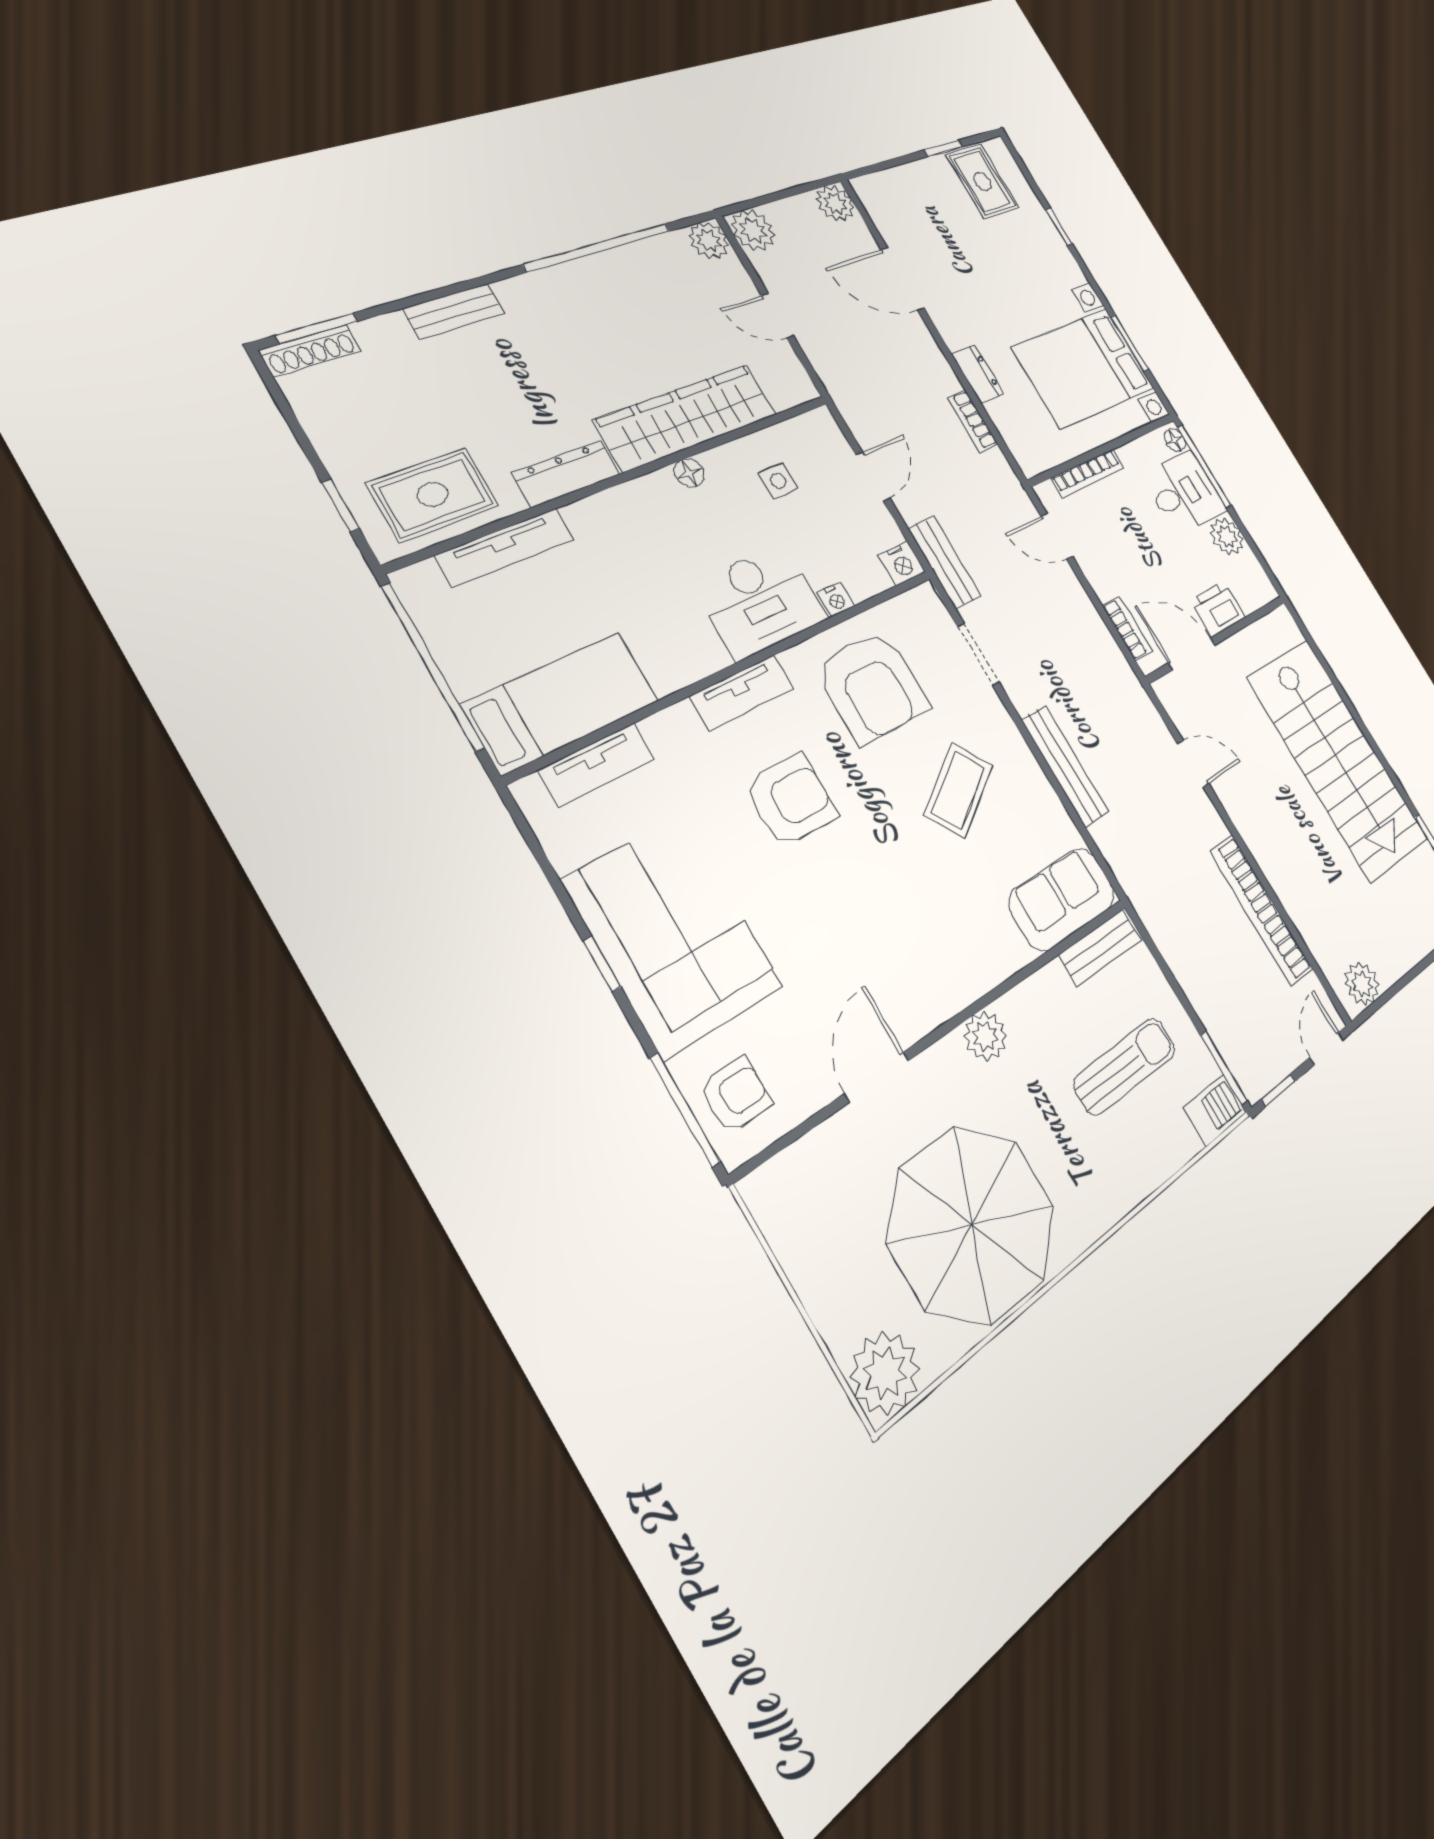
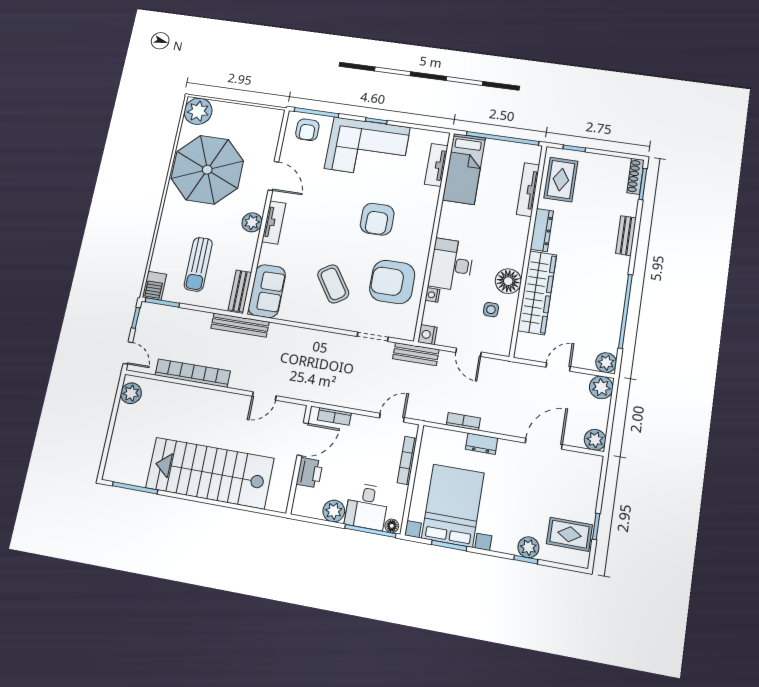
plant: (1043, 231) -> (528, 547), added
floor lamp: (689, 473) -> (508, 281), width x1.89, depth x1.89
tv unit: (742, 692) -> (274, 222), moved, turned 180
bench: (1065, 766) -> (240, 325), moved

